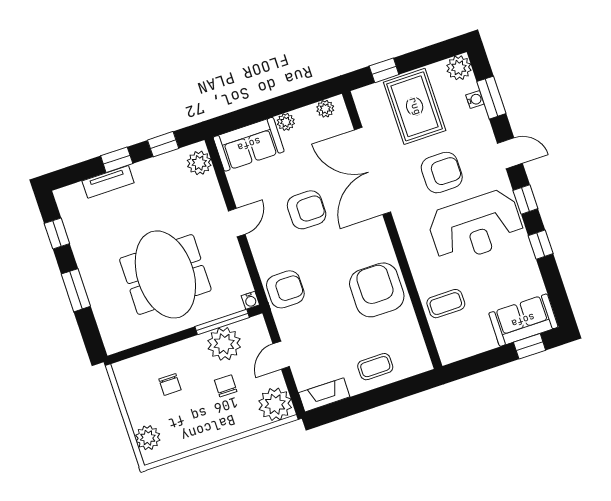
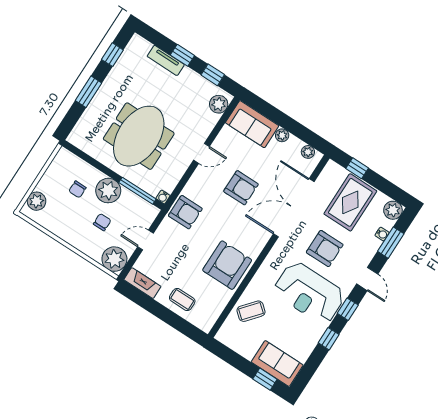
coffee table: (446, 304) -> (251, 311), turned -50
plant: (224, 344) -> (108, 191), moved

